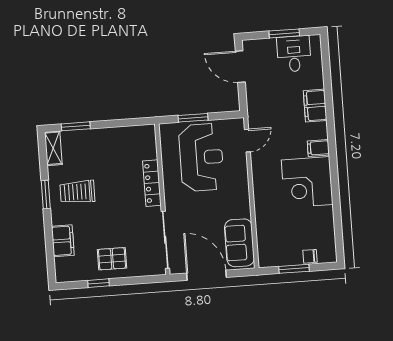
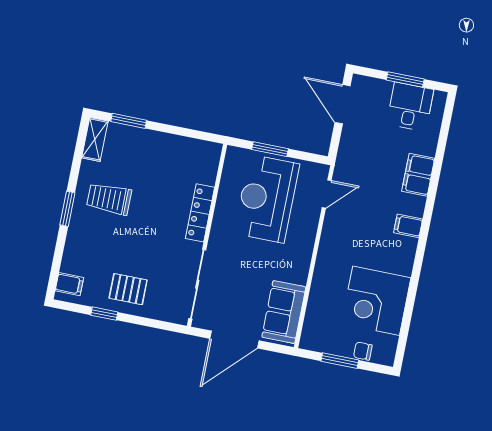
reception desk: (201, 157) -> (267, 199), turned 180
corner desk: (307, 182) -> (376, 301), moved
window: (46, 194) -> (67, 209), moved
filing cabinet: (63, 241) -> (69, 284), moved, width x0.50
door: (207, 275) -> (234, 340), swing flipped

